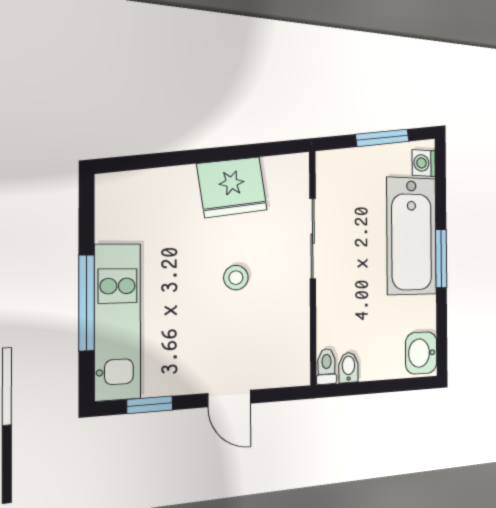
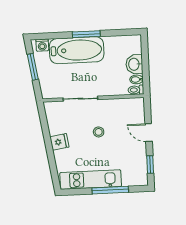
fridge: (232, 187) -> (59, 142), width x0.53, depth x0.75
kitchen unit: (118, 322) -> (91, 180), moved
washbasin: (421, 353) -> (134, 64), moved, turned 90
door: (229, 398) -> (149, 133), swing flipped

